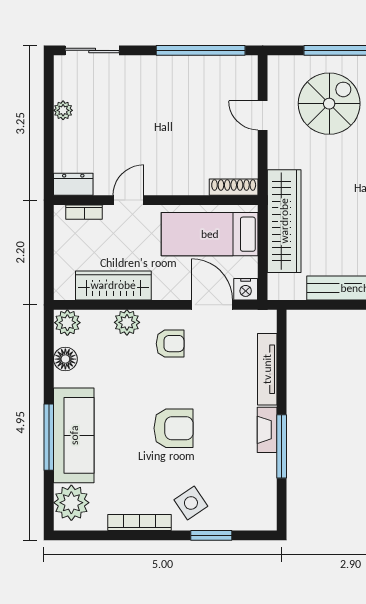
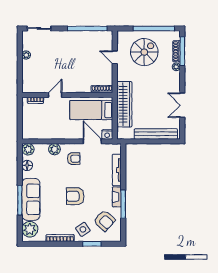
dresser: (73, 184) -> (31, 88), removed
wardrobe: (113, 285) -> (48, 133), removed
armchair: (174, 428) -> (75, 196), turned 180
armchair: (239, 483) -> (104, 221), added

